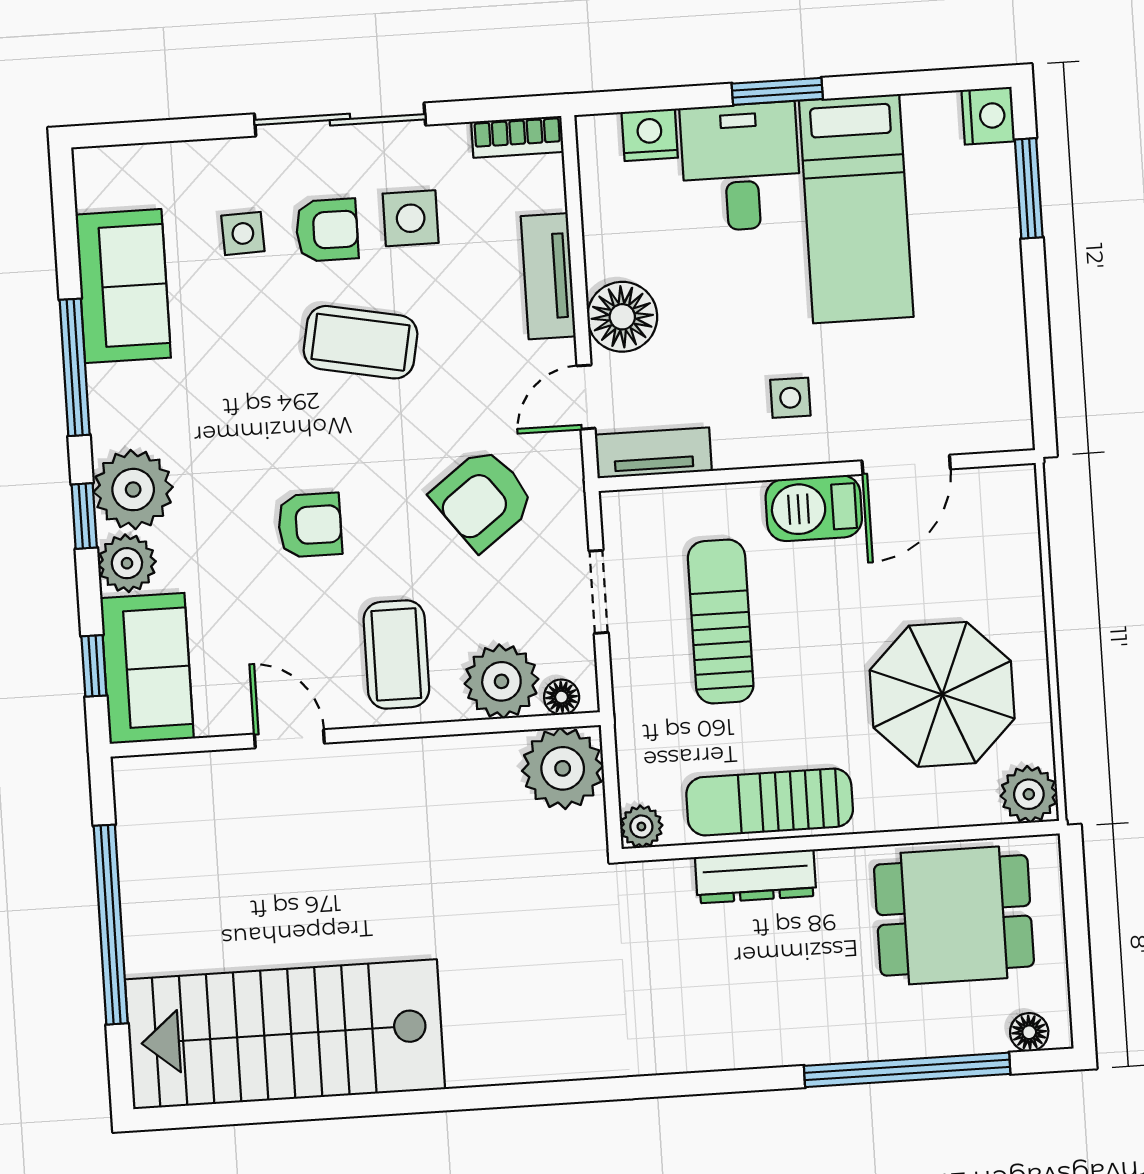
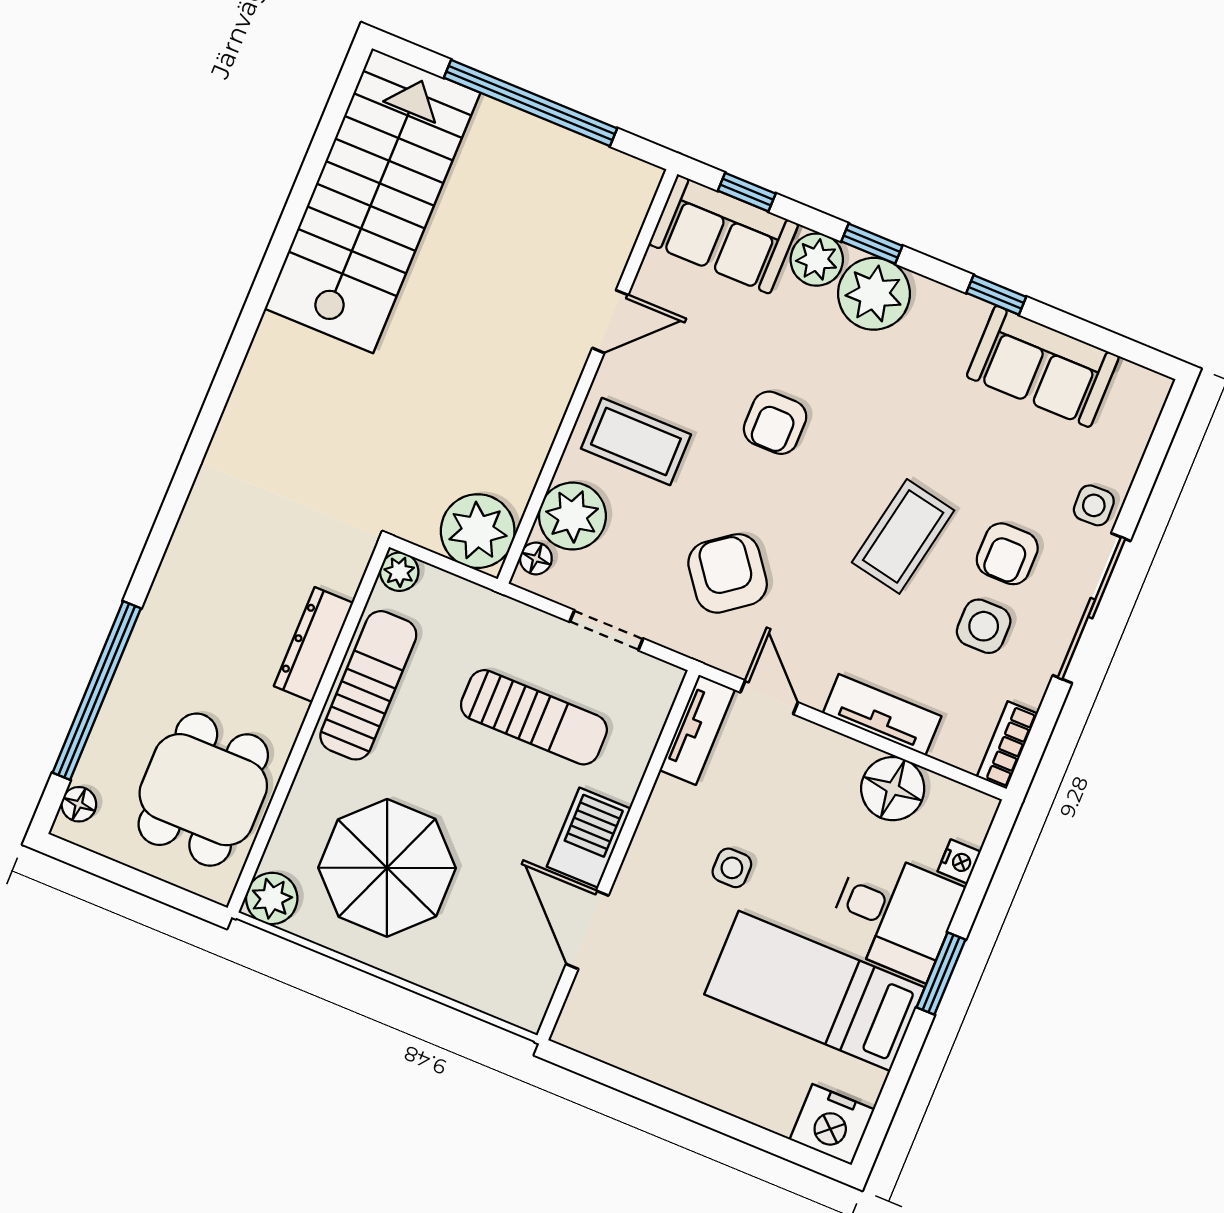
nightstand: (988, 116) -> (832, 1125), width x1.36, depth x1.33
nightstand: (650, 135) -> (959, 861), width x0.72, depth x0.74
window: (1029, 188) -> (763, 1139), removed
side table: (243, 233) -> (1094, 505), moved
floor lamp: (622, 317) -> (893, 789), moved
window: (75, 367) -> (996, 295), width x0.46
side table: (790, 398) -> (732, 868), moved

